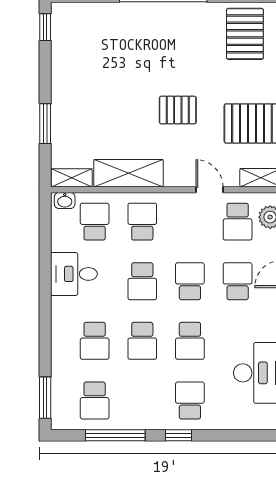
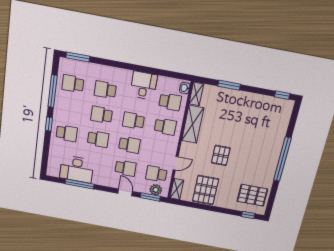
school desk: (190, 341) -> (98, 139), turned 180

